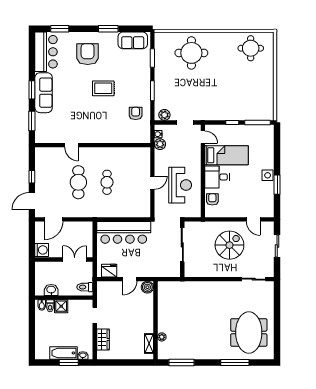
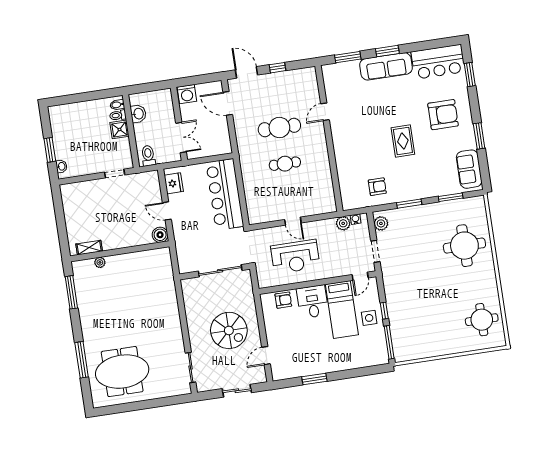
side table: (268, 175) -> (369, 318), moved
wardrobe: (103, 340) -> (85, 189), removed
bathtub: (64, 353) -> (61, 141), removed

